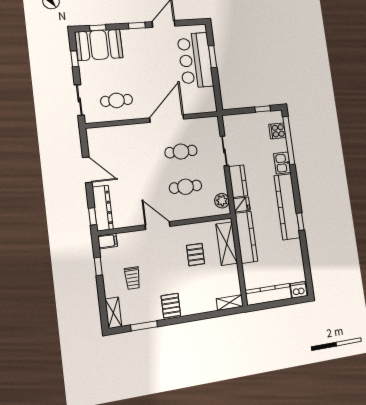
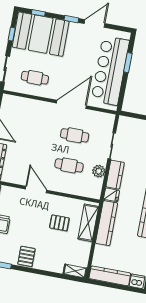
booth: (99, 45) -> (41, 34), width x1.36, depth x1.42
bar counter: (195, 60) -> (110, 71), width x1.36
plant: (222, 201) -> (99, 171), moved
pallet: (196, 255) -> (59, 223), turned 90

